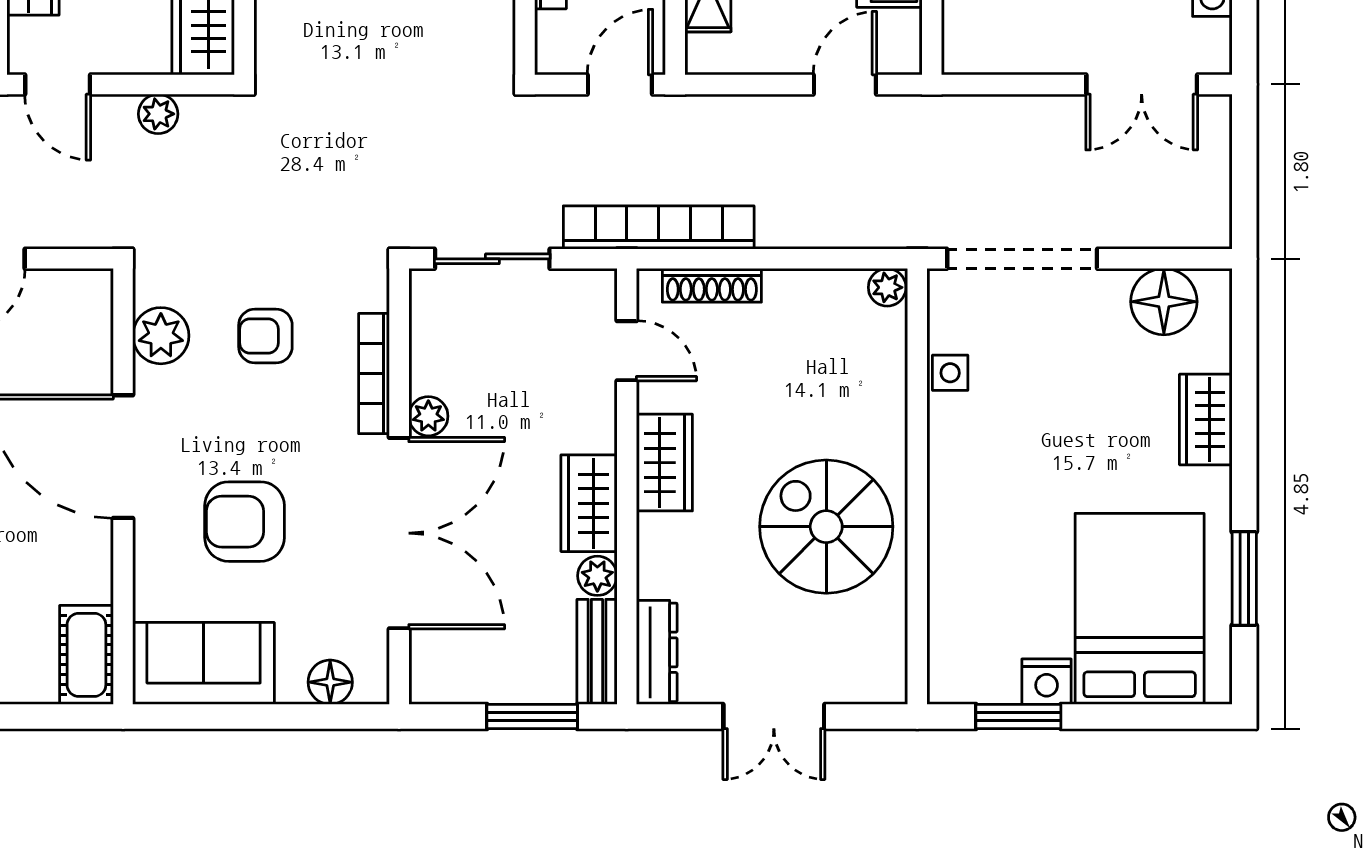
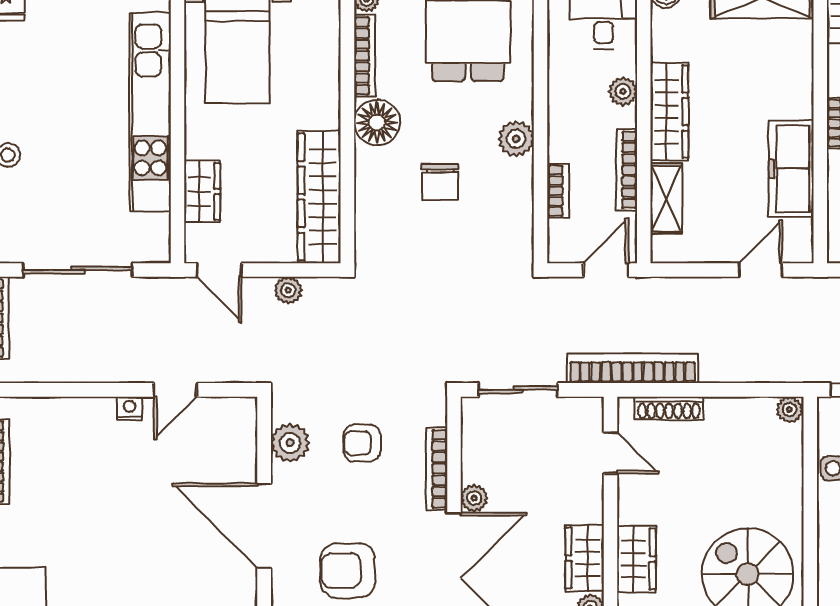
wardrobe: (664, 463) -> (636, 559), moved

